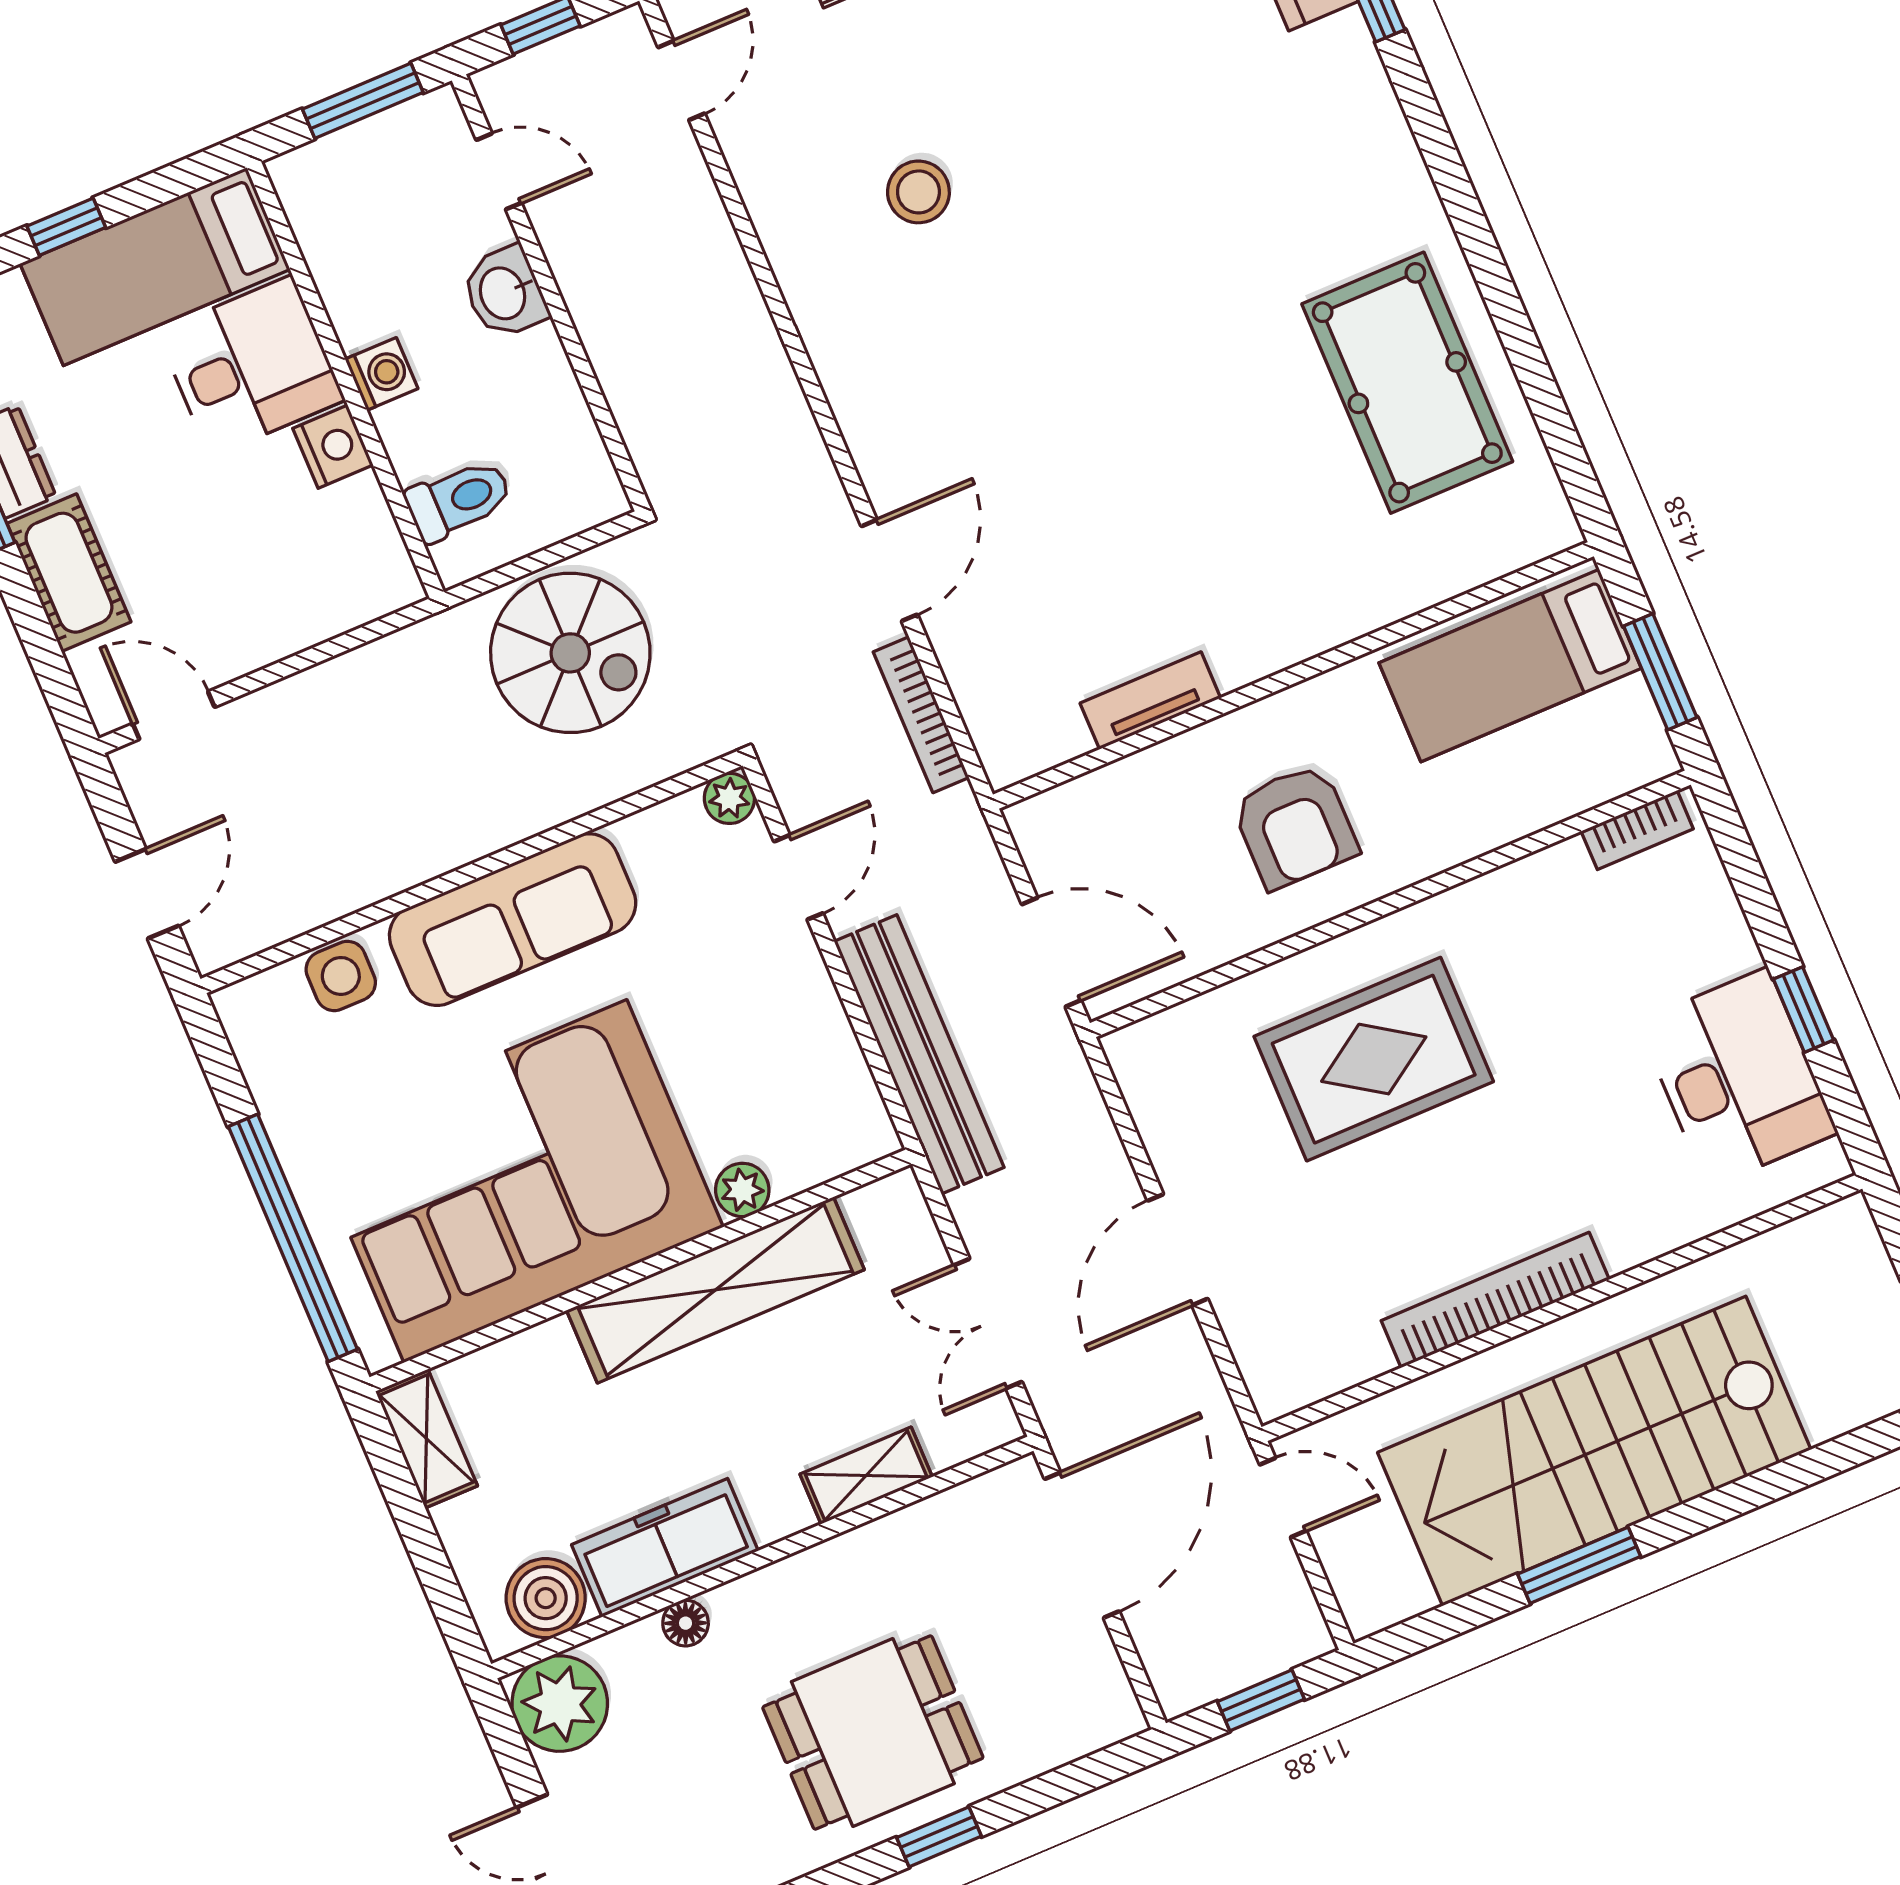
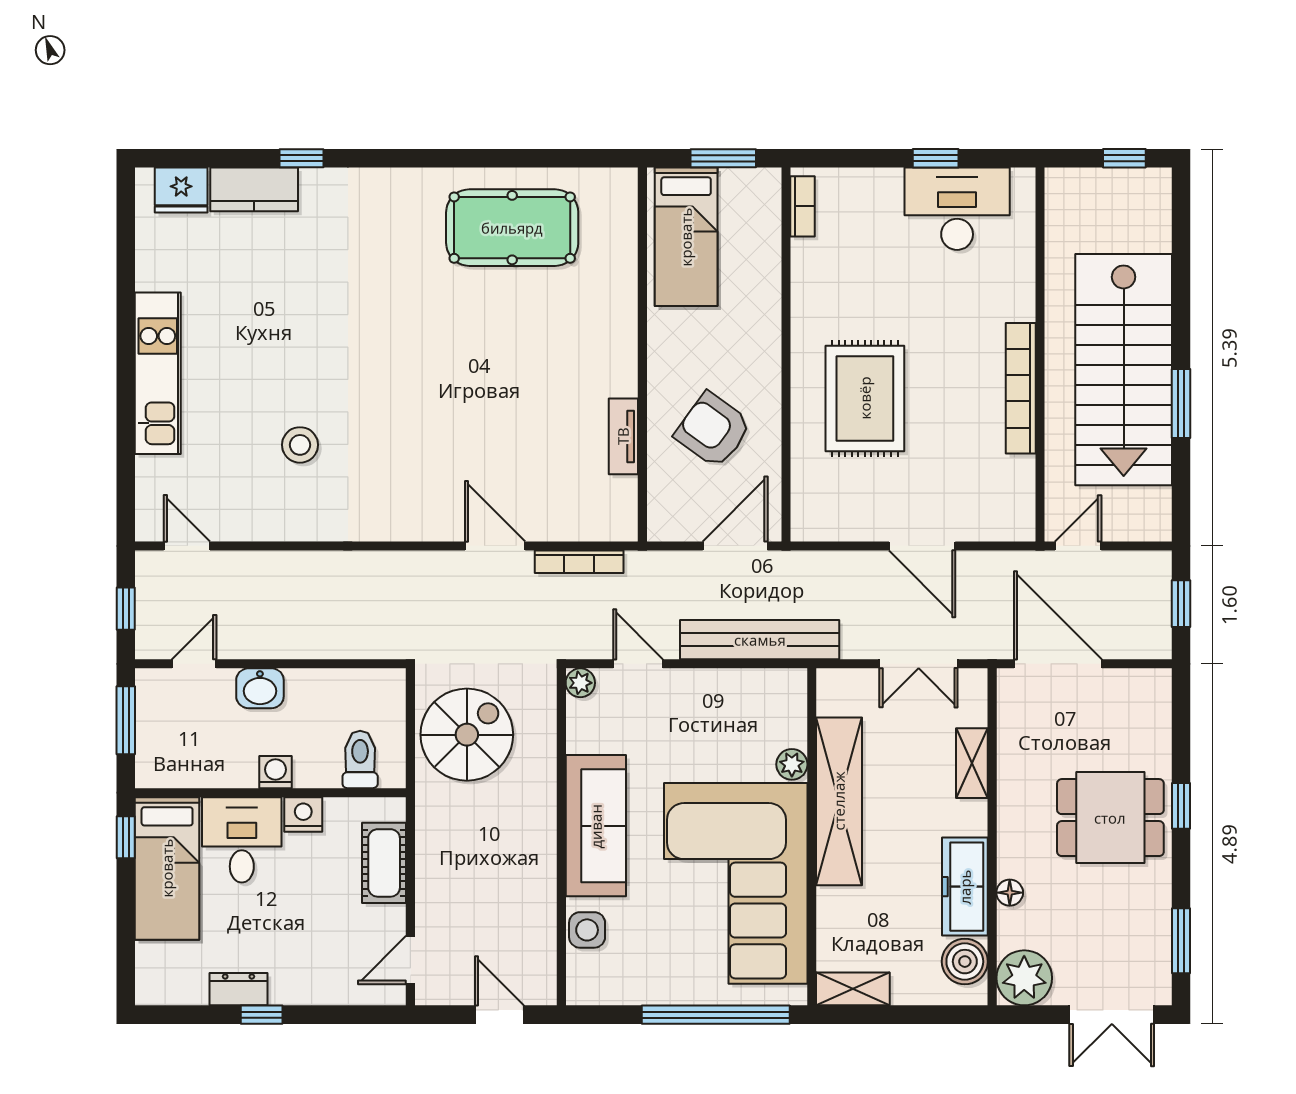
window: (66, 227) -> (126, 837), moved
cot: (69, 573) -> (384, 863), moved, turned 90
armchair: (1295, 826) -> (713, 430), moved, turned -144
dining table: (873, 1733) -> (1110, 818), turned 90

